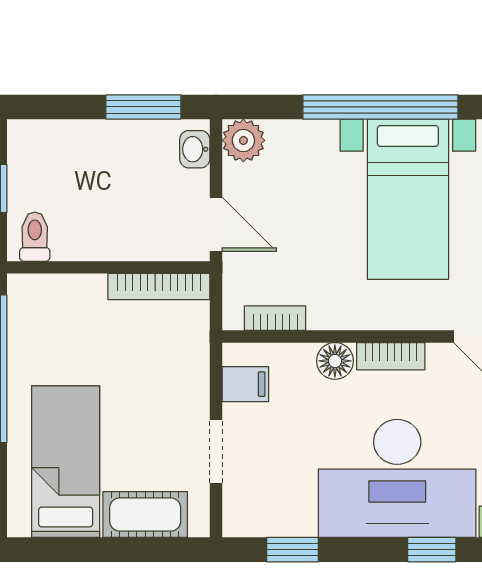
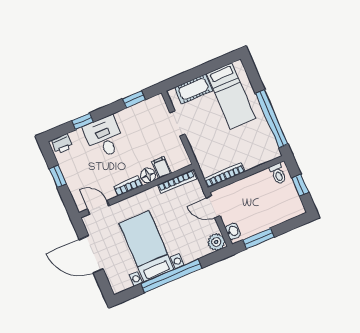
bookcase: (275, 318) -> (177, 182), width x1.56
filing cabinet: (245, 384) -> (162, 167), moved, turned 90
desk: (397, 478) -> (104, 137), width x0.53, depth x0.77

